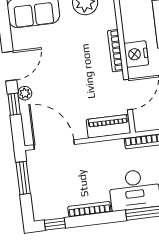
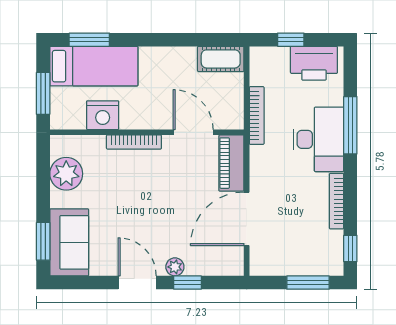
nightstand: (136, 54) -> (103, 115), moved
door: (54, 145) -> (247, 219), moved
window: (23, 178) -> (308, 283), moved

